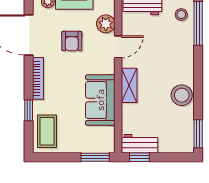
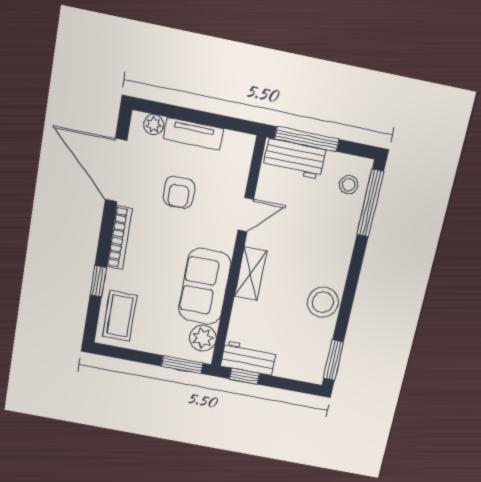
plant: (106, 24) -> (203, 338), moved

